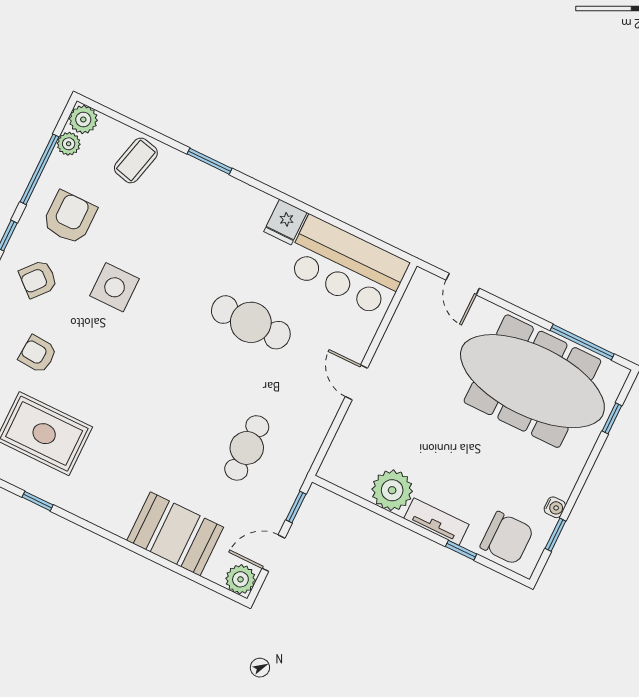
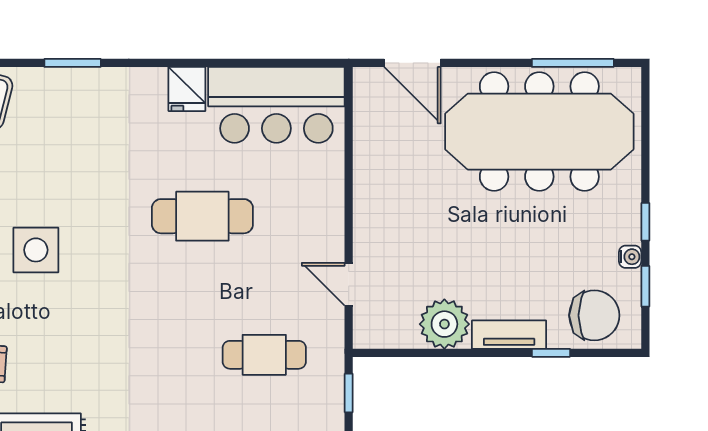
door: (463, 284) -> (412, 63), width x1.38
door: (356, 382) -> (349, 284), moved
window: (612, 418) -> (645, 222), moved
cafe table: (247, 448) -> (264, 355), turned 90

